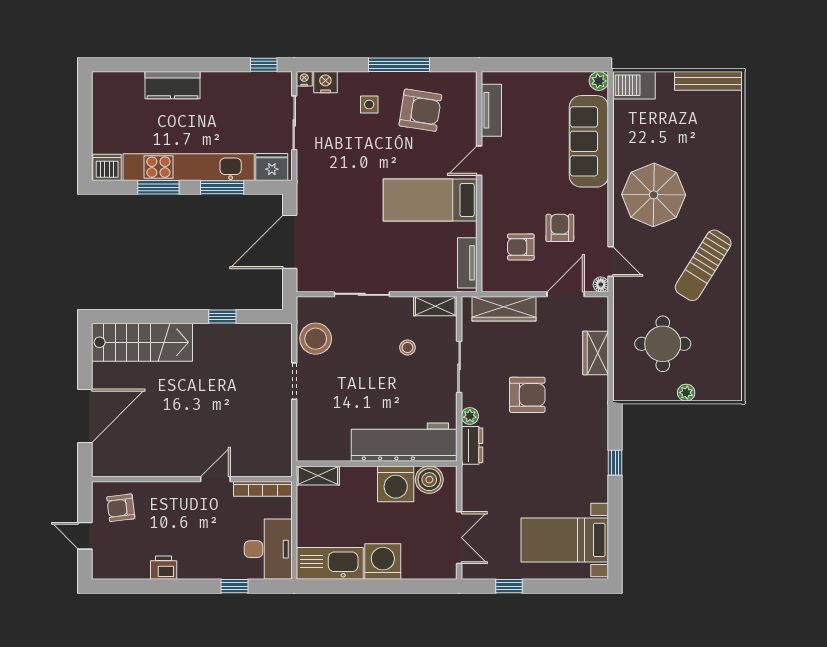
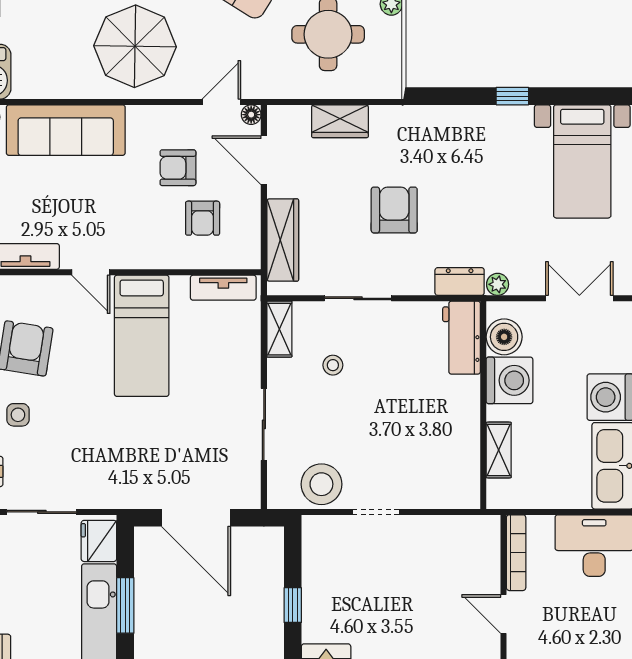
plant: (470, 416) -> (498, 284), moved
workbench: (404, 442) -> (462, 338), width x0.53, depth x0.76
window: (615, 463) -> (512, 96), moved
shelving: (318, 475) -> (499, 450), moved

